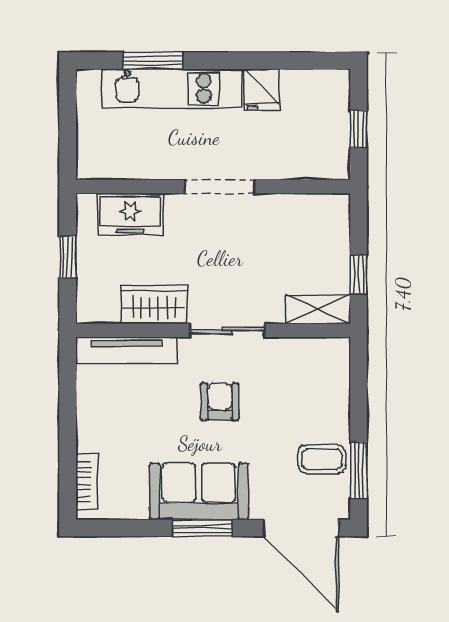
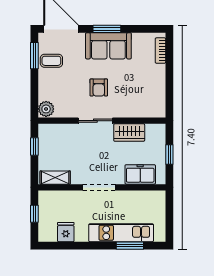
fridge: (262, 90) -> (66, 232), moved
shelving: (318, 309) -> (55, 178), moved
tv unit: (126, 351) -> (142, 111), removed
plant: (333, 355) -> (46, 109), added

